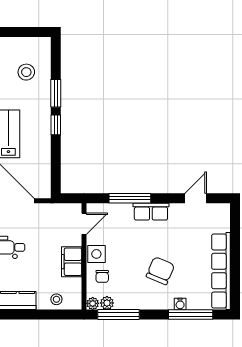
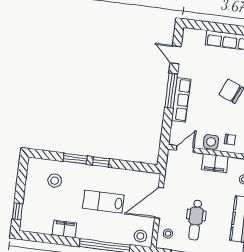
window: (130, 198) -> (171, 91), moved
row of seats: (151, 212) -> (181, 100), width x1.48
door: (84, 224) -> (185, 149), hinge flipped

